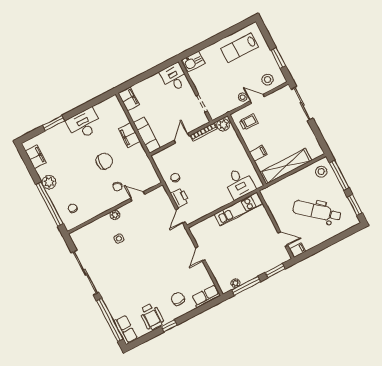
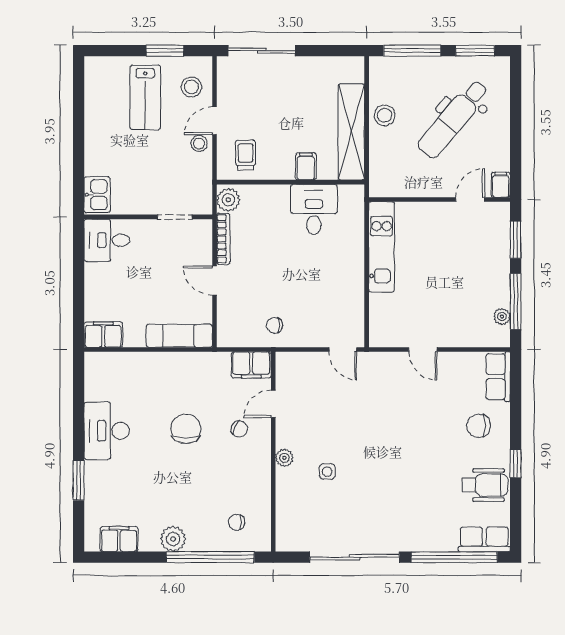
lab bench: (240, 48) -> (145, 97), moved
filing cabinet: (129, 135) -> (251, 365), moved
stool: (321, 172) -> (385, 115), moved
desk: (239, 183) -> (314, 209), moved, turned -90
printer: (180, 198) -> (312, 335), removed

